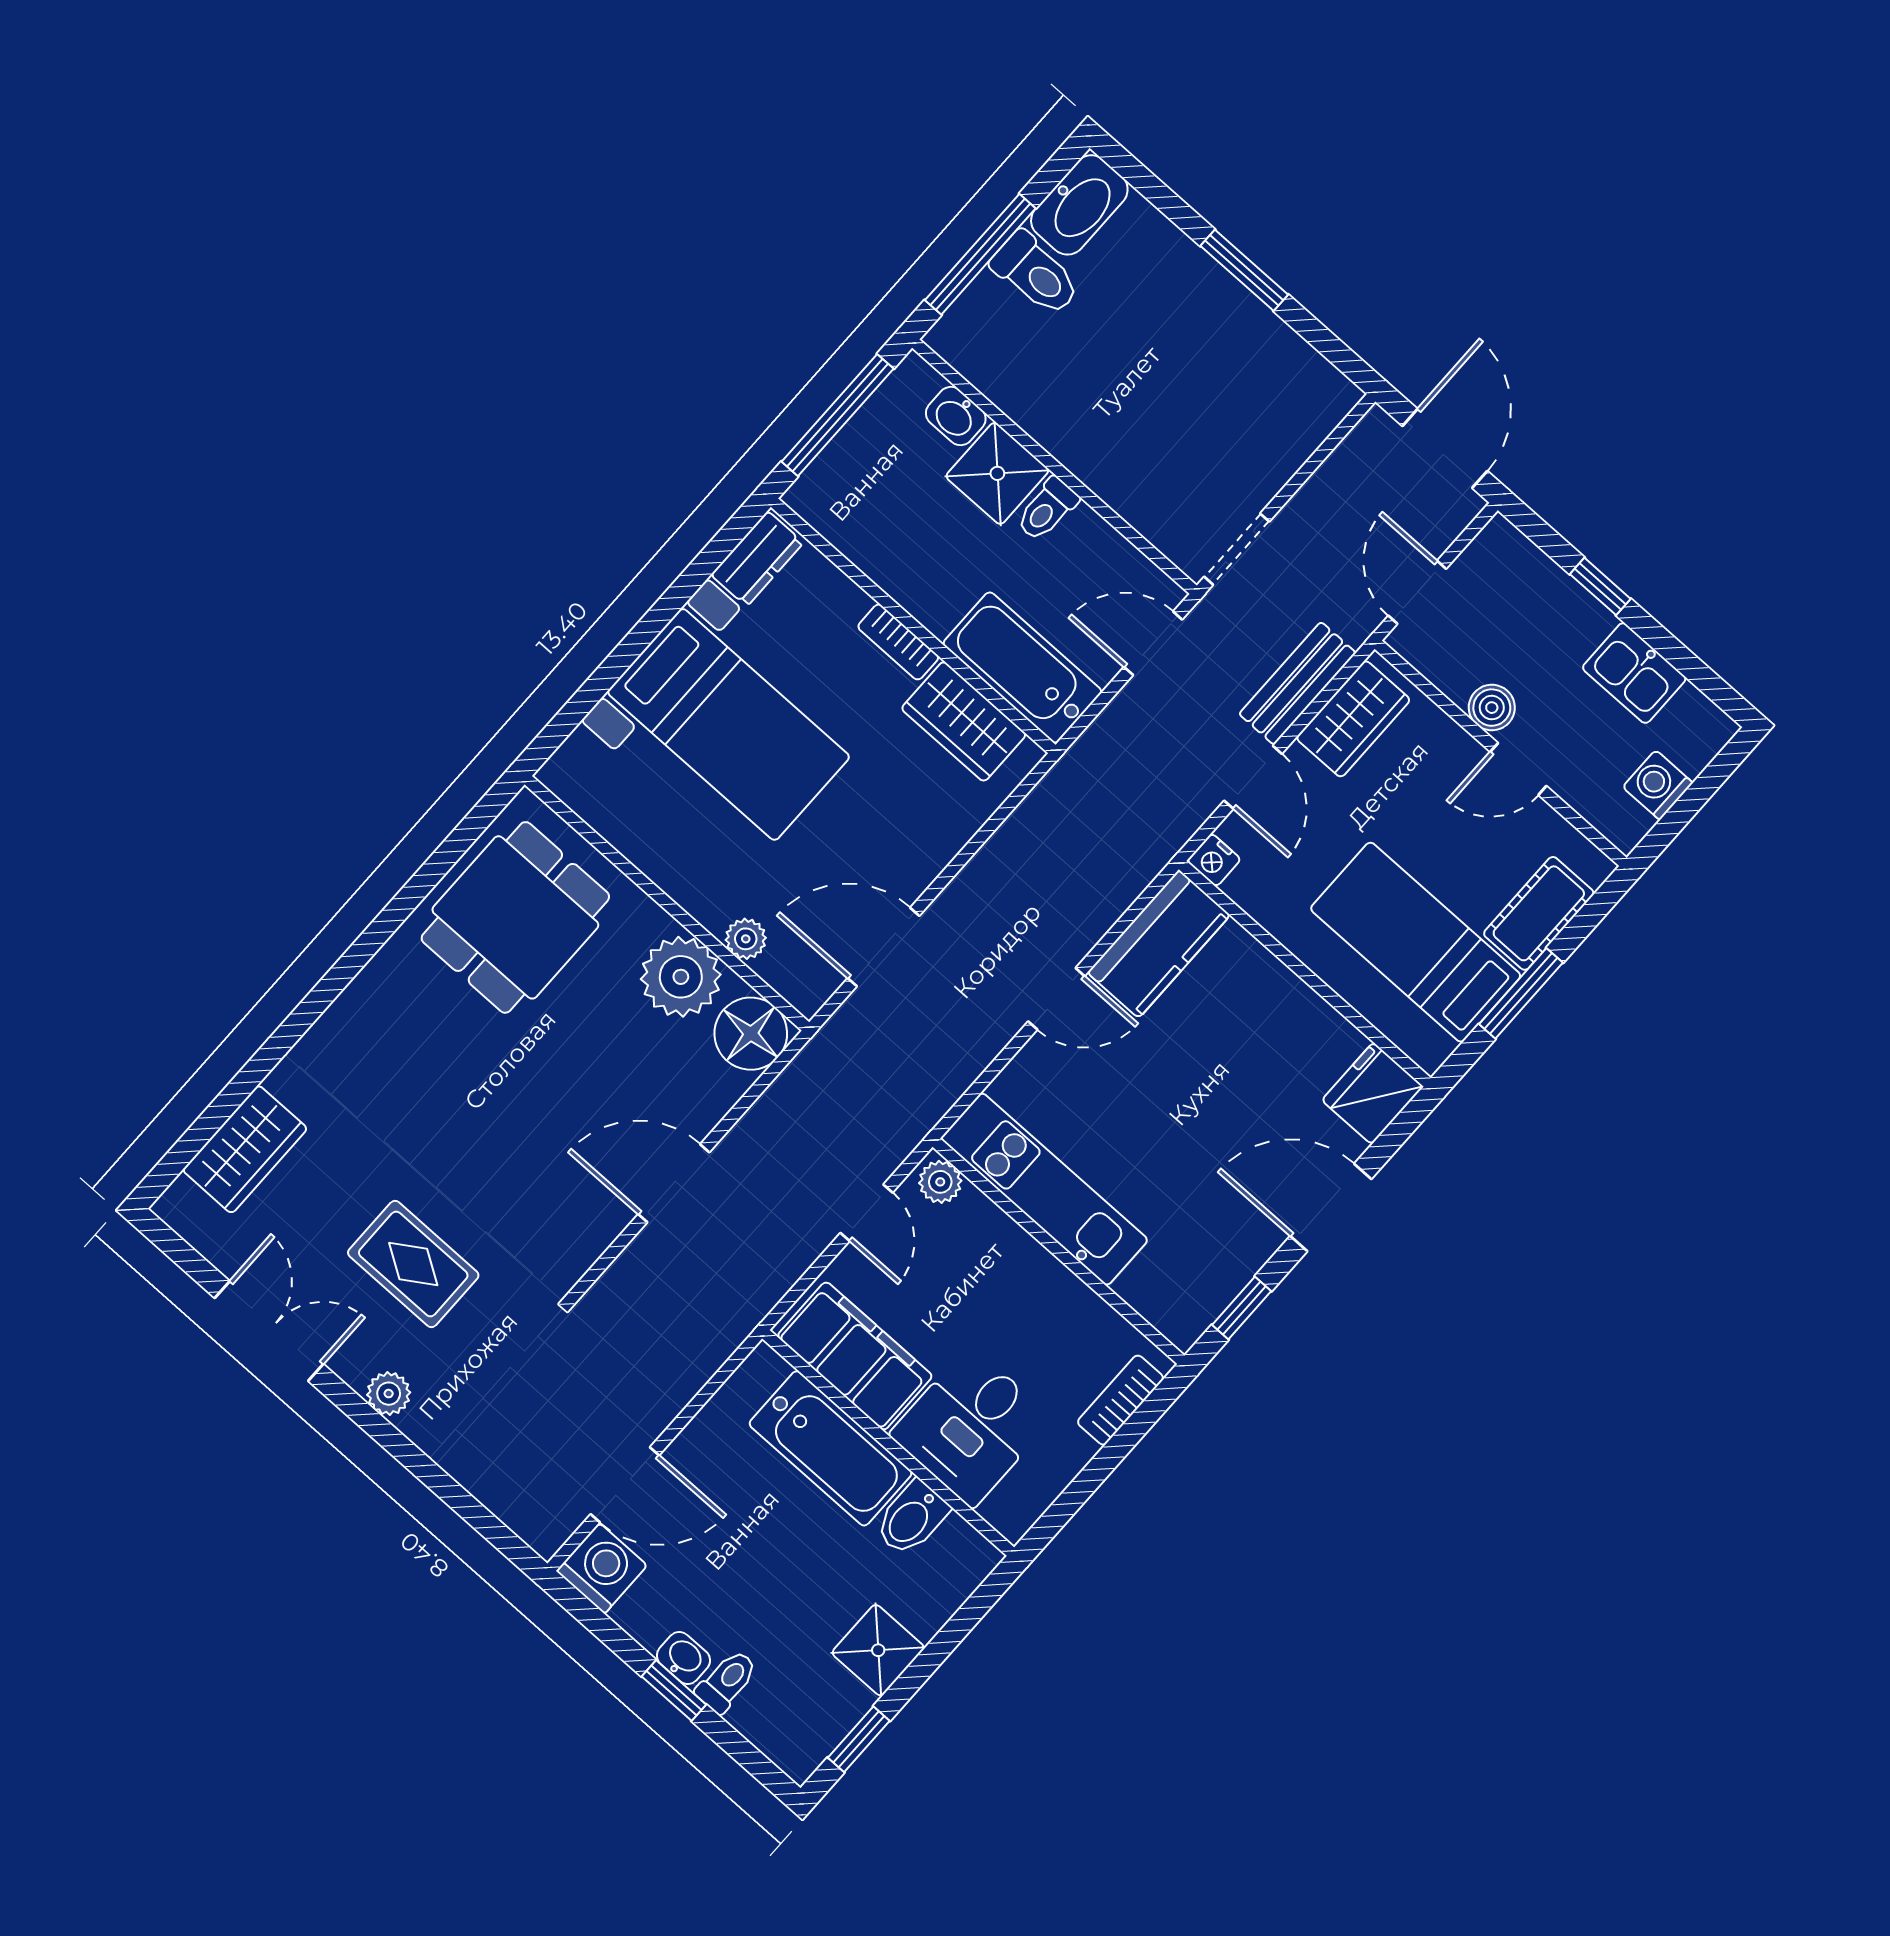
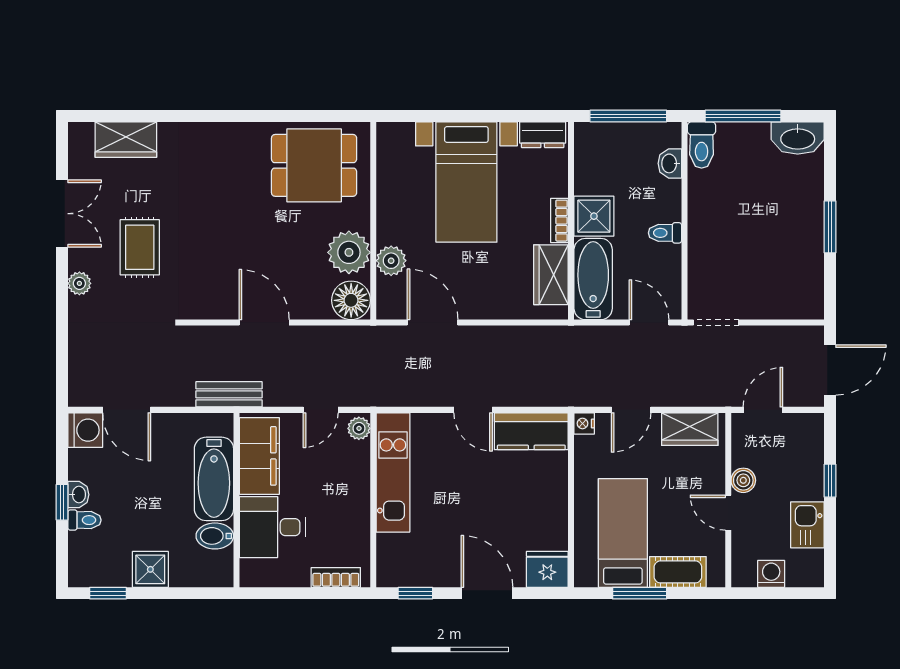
toilet: (1036, 274) -> (702, 145), moved
shower: (997, 473) -> (594, 216), moved
bench: (1297, 683) -> (229, 394), moved
plant: (746, 939) -> (391, 261), width x1.38, depth x1.38

